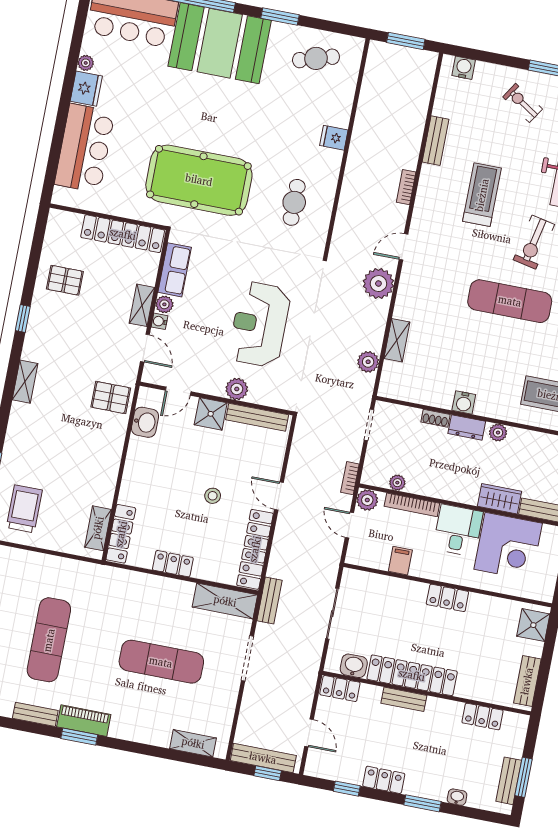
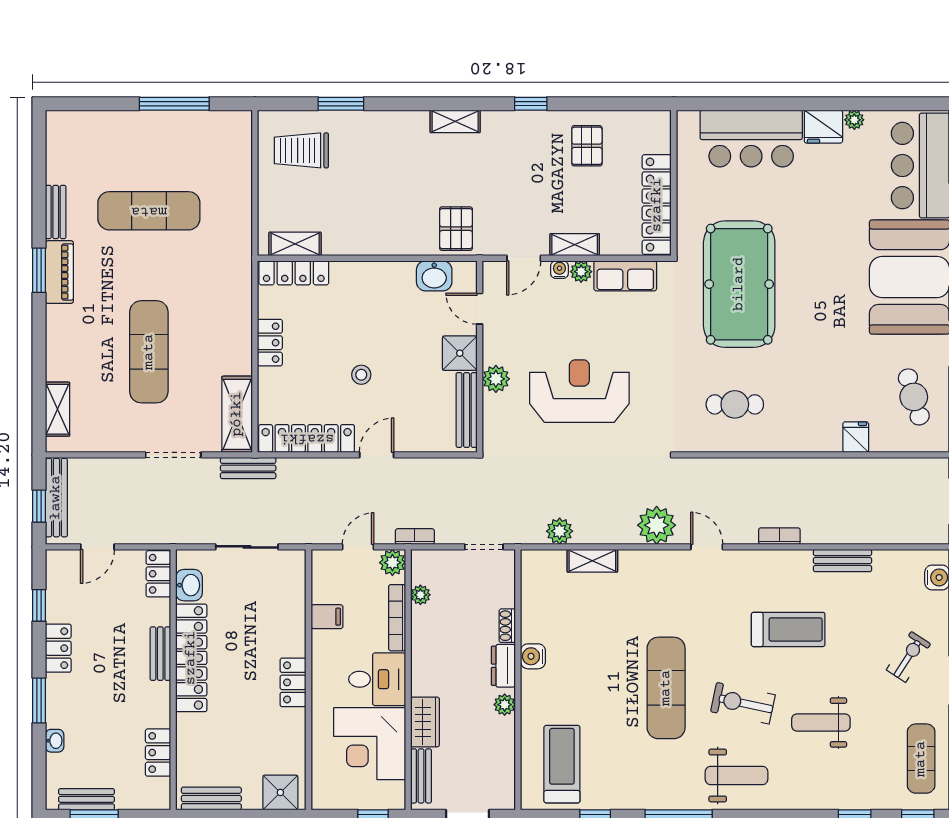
fridge: (334, 138) -> (856, 437), moved
trolley: (24, 509) -> (301, 150), turned 180

